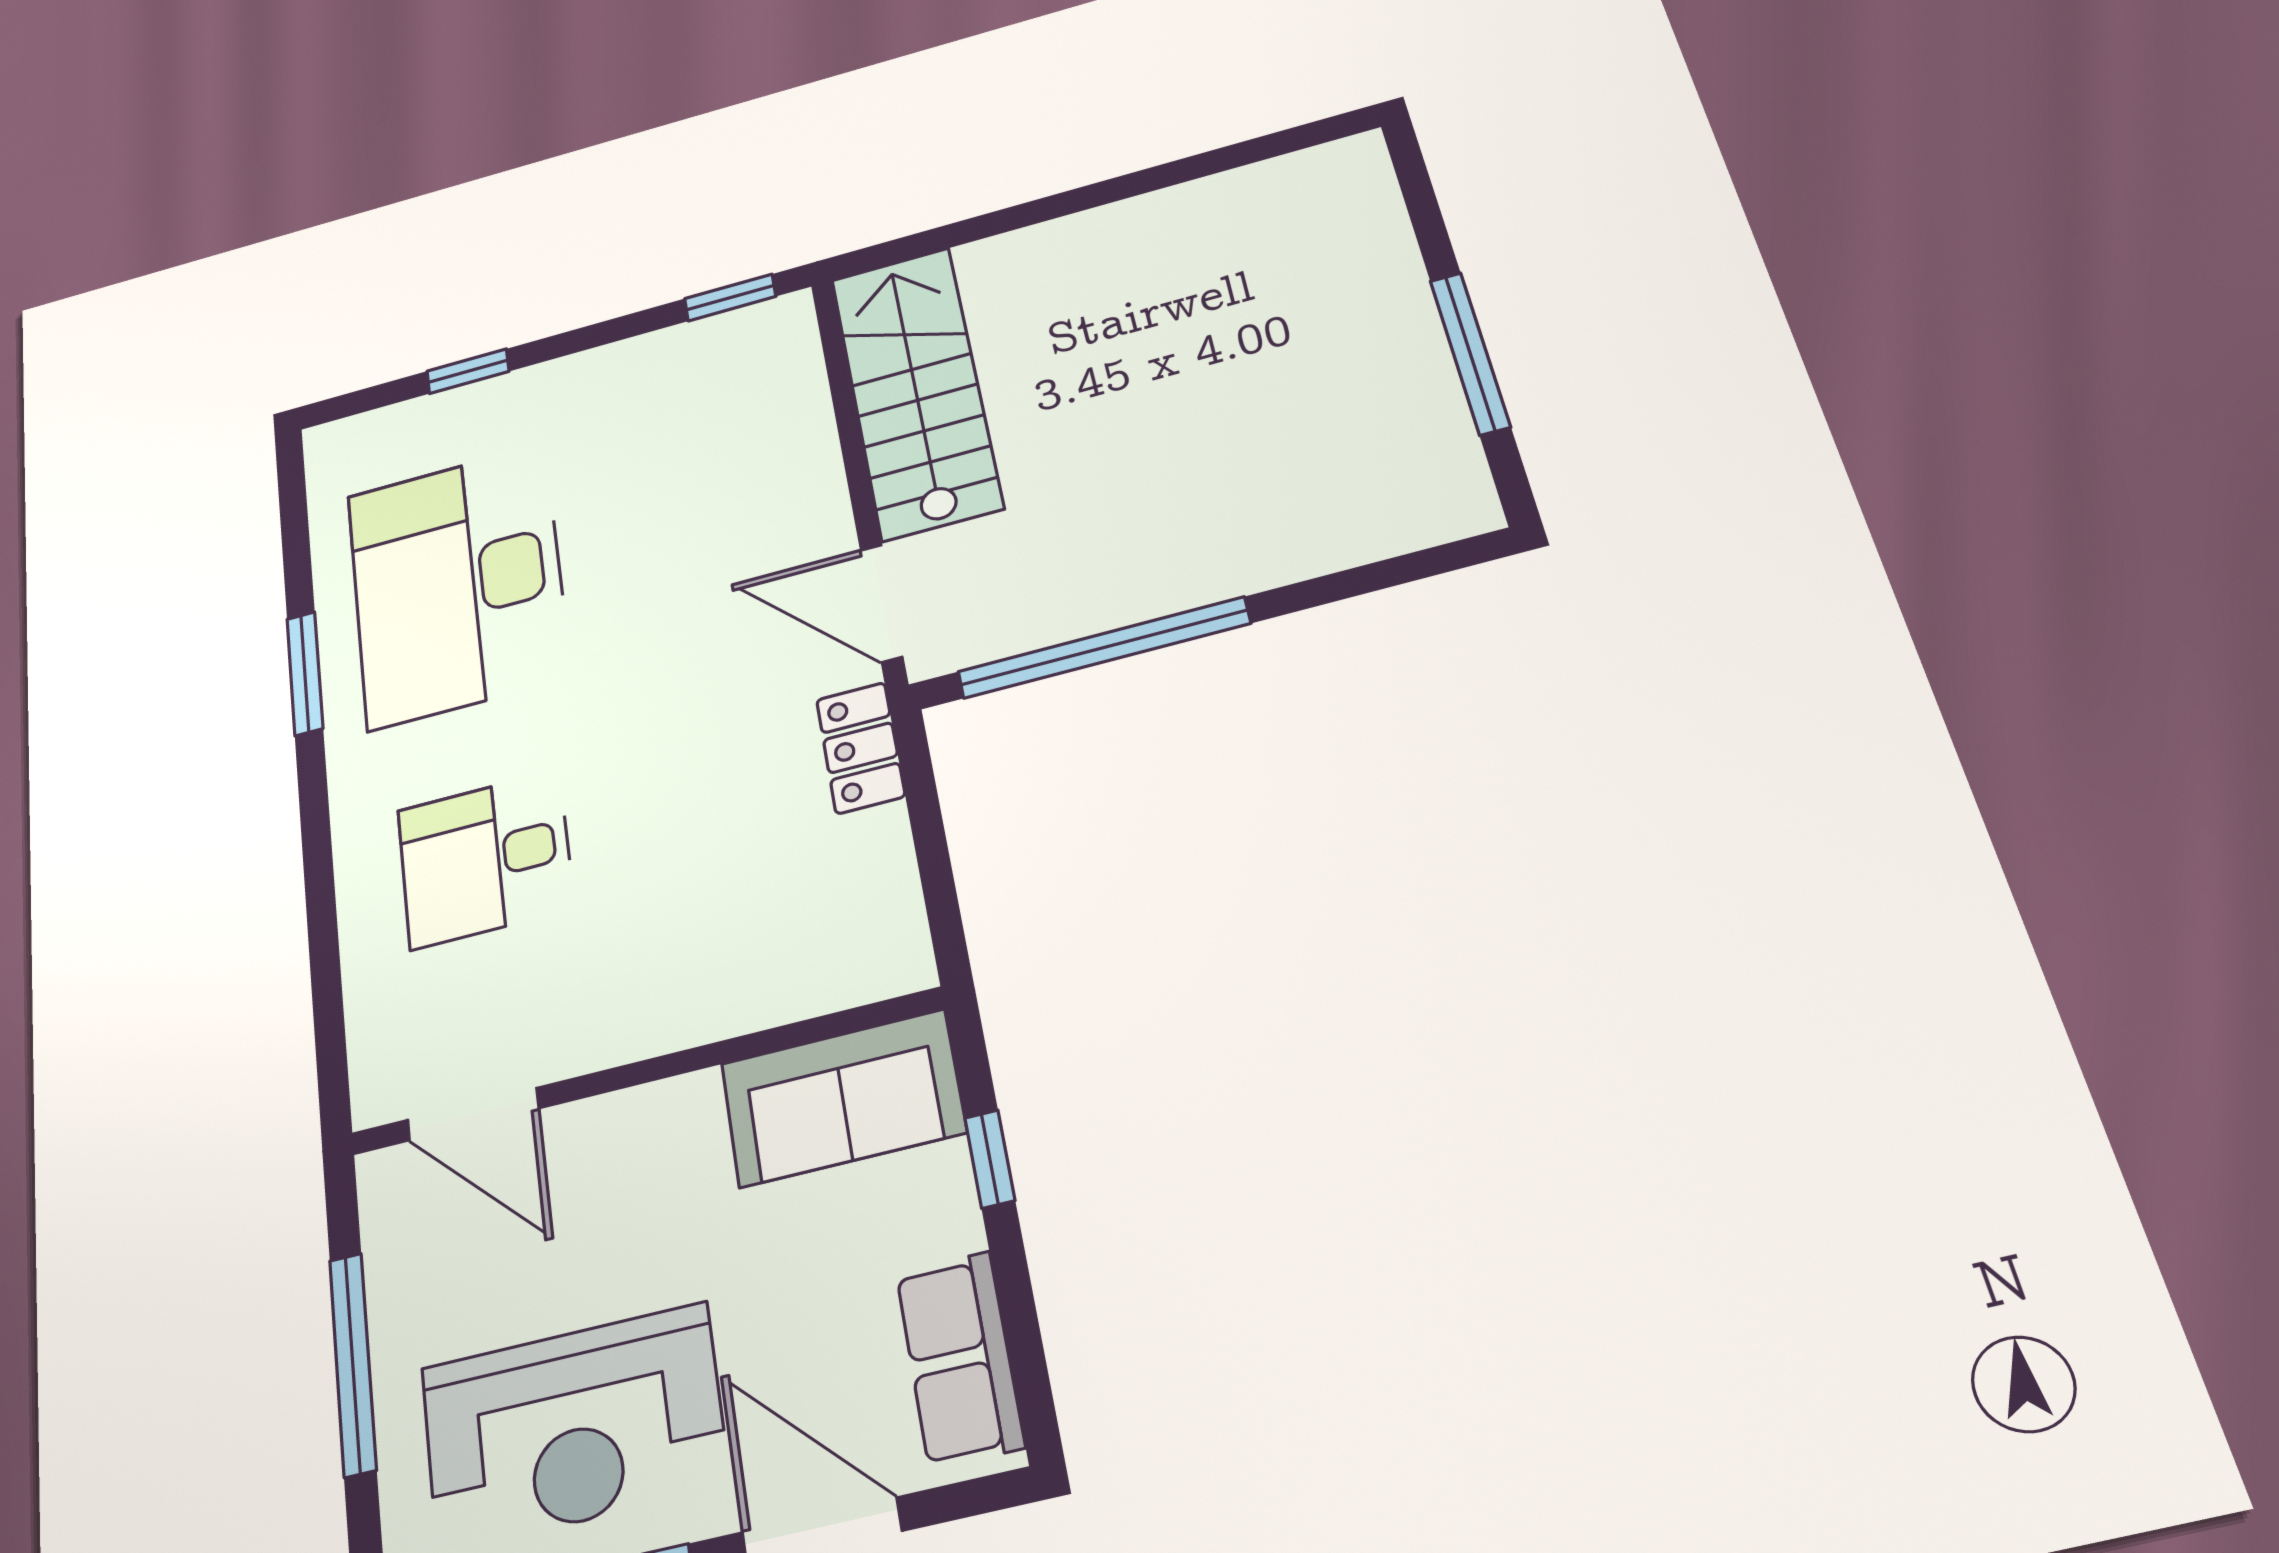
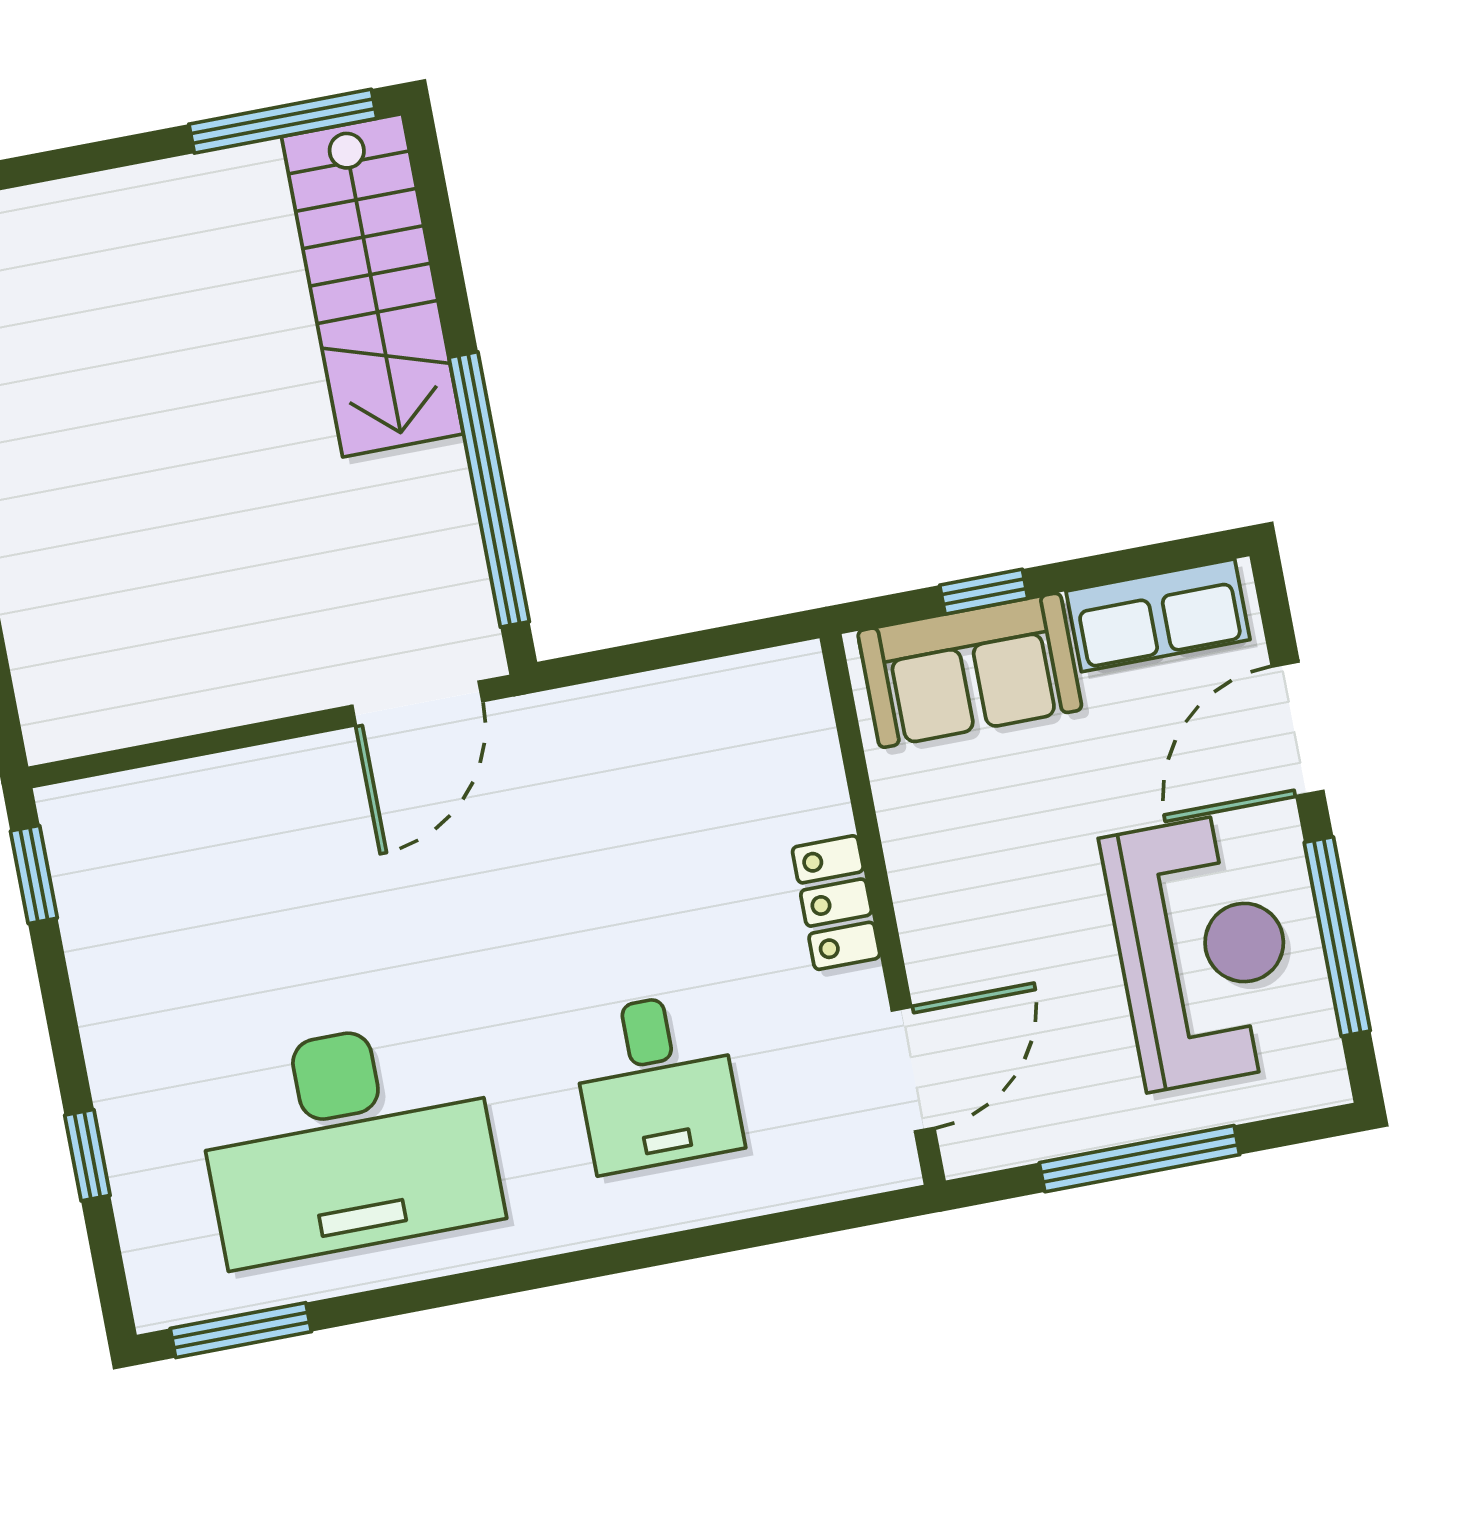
window: (1470, 353) -> (283, 121), moved
stairs: (916, 391) -> (372, 285), moved, turned -90
window: (305, 673) -> (241, 1330), moved
locker: (860, 748) -> (836, 903), moved, turned 90
sofa: (843, 1098) -> (970, 670), moved, turned 90

